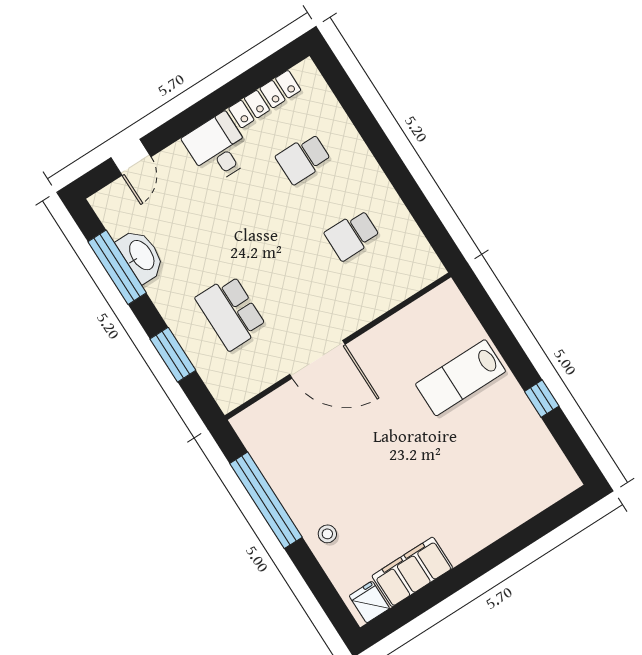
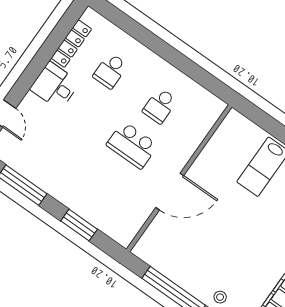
washbasin: (141, 256) -> (34, 172), removed
school desk: (231, 313) -> (132, 145), moved

